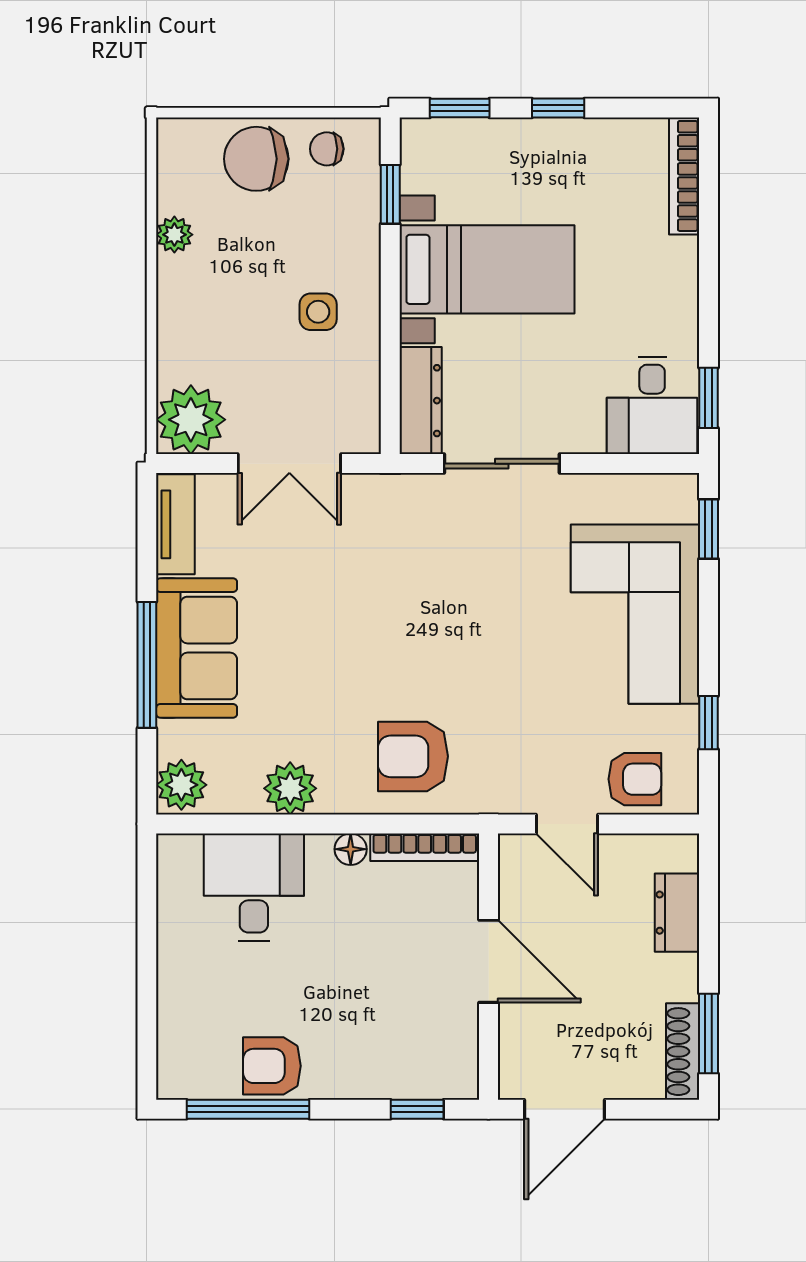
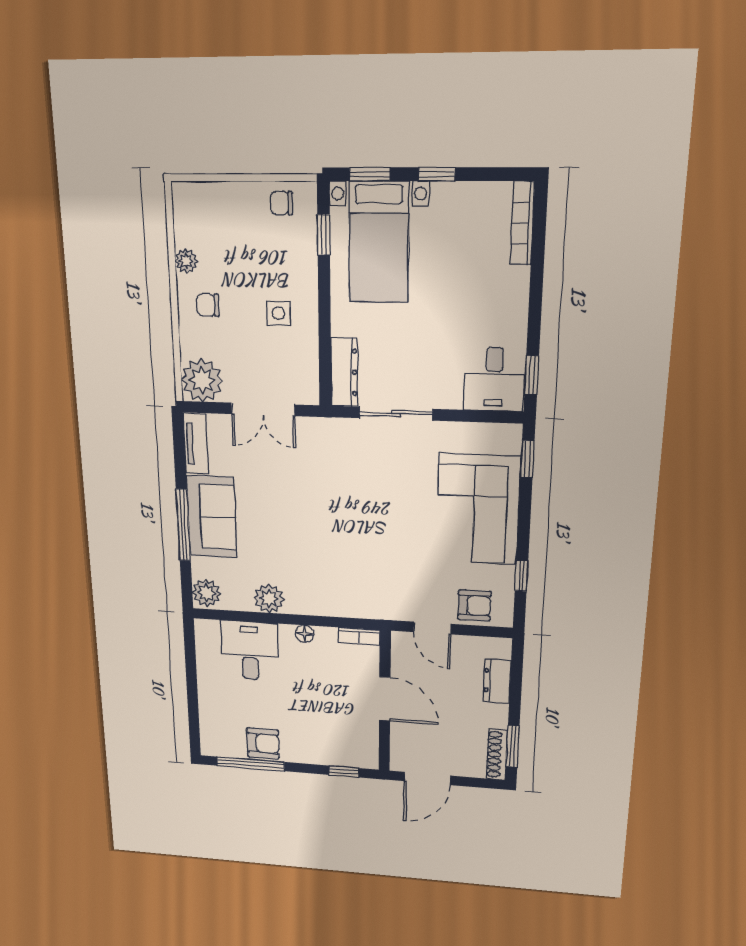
chair: (256, 159) -> (208, 305), moved, width x0.54, depth x0.54
bed with nightstands: (487, 269) -> (379, 243), moved, turned 90
armchair: (413, 756) -> (341, 585), removed
bookcase: (425, 847) -> (359, 636), width x0.64
armchair: (272, 1066) -> (263, 743), turned 180

